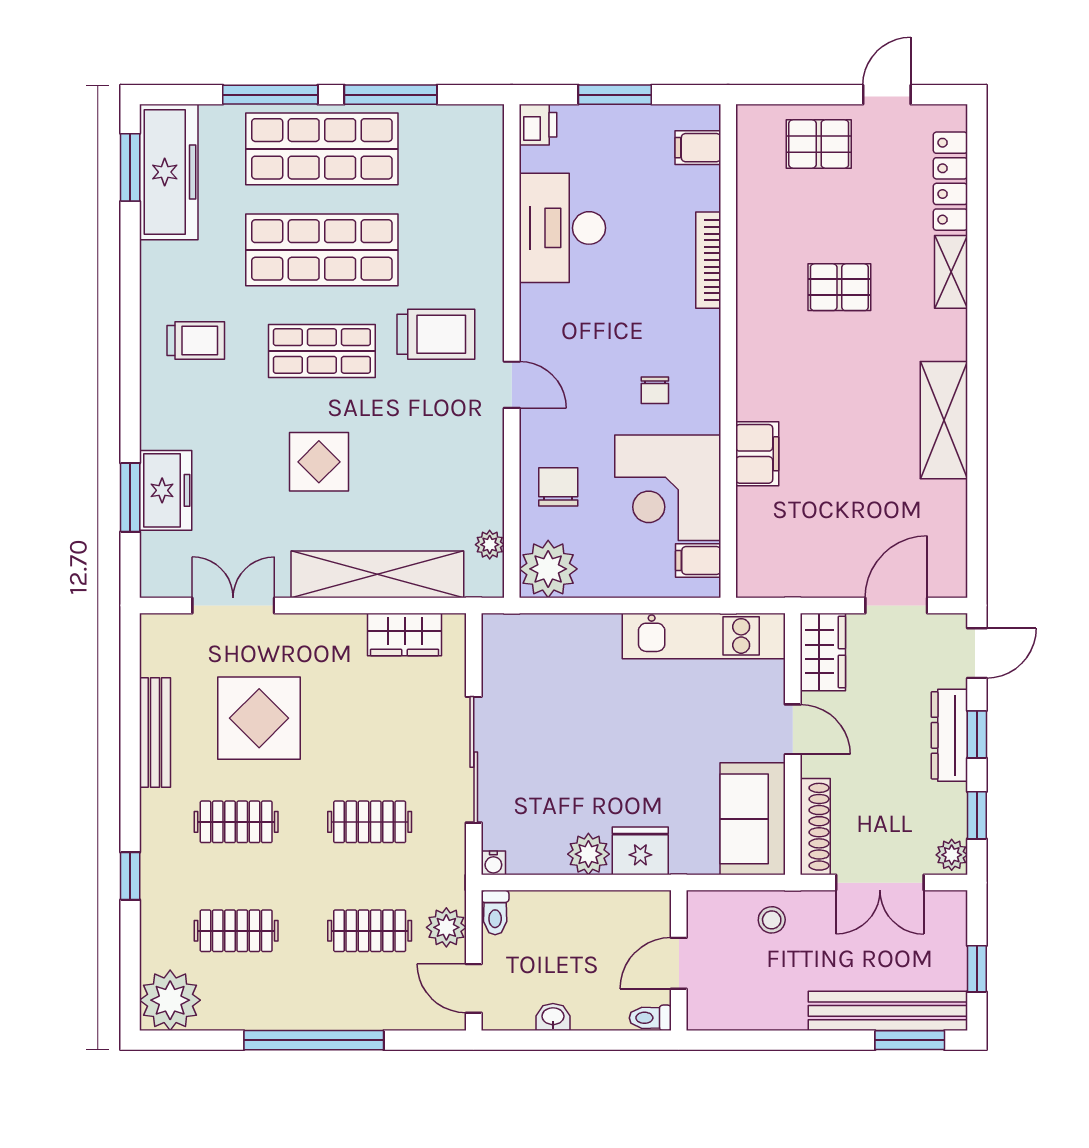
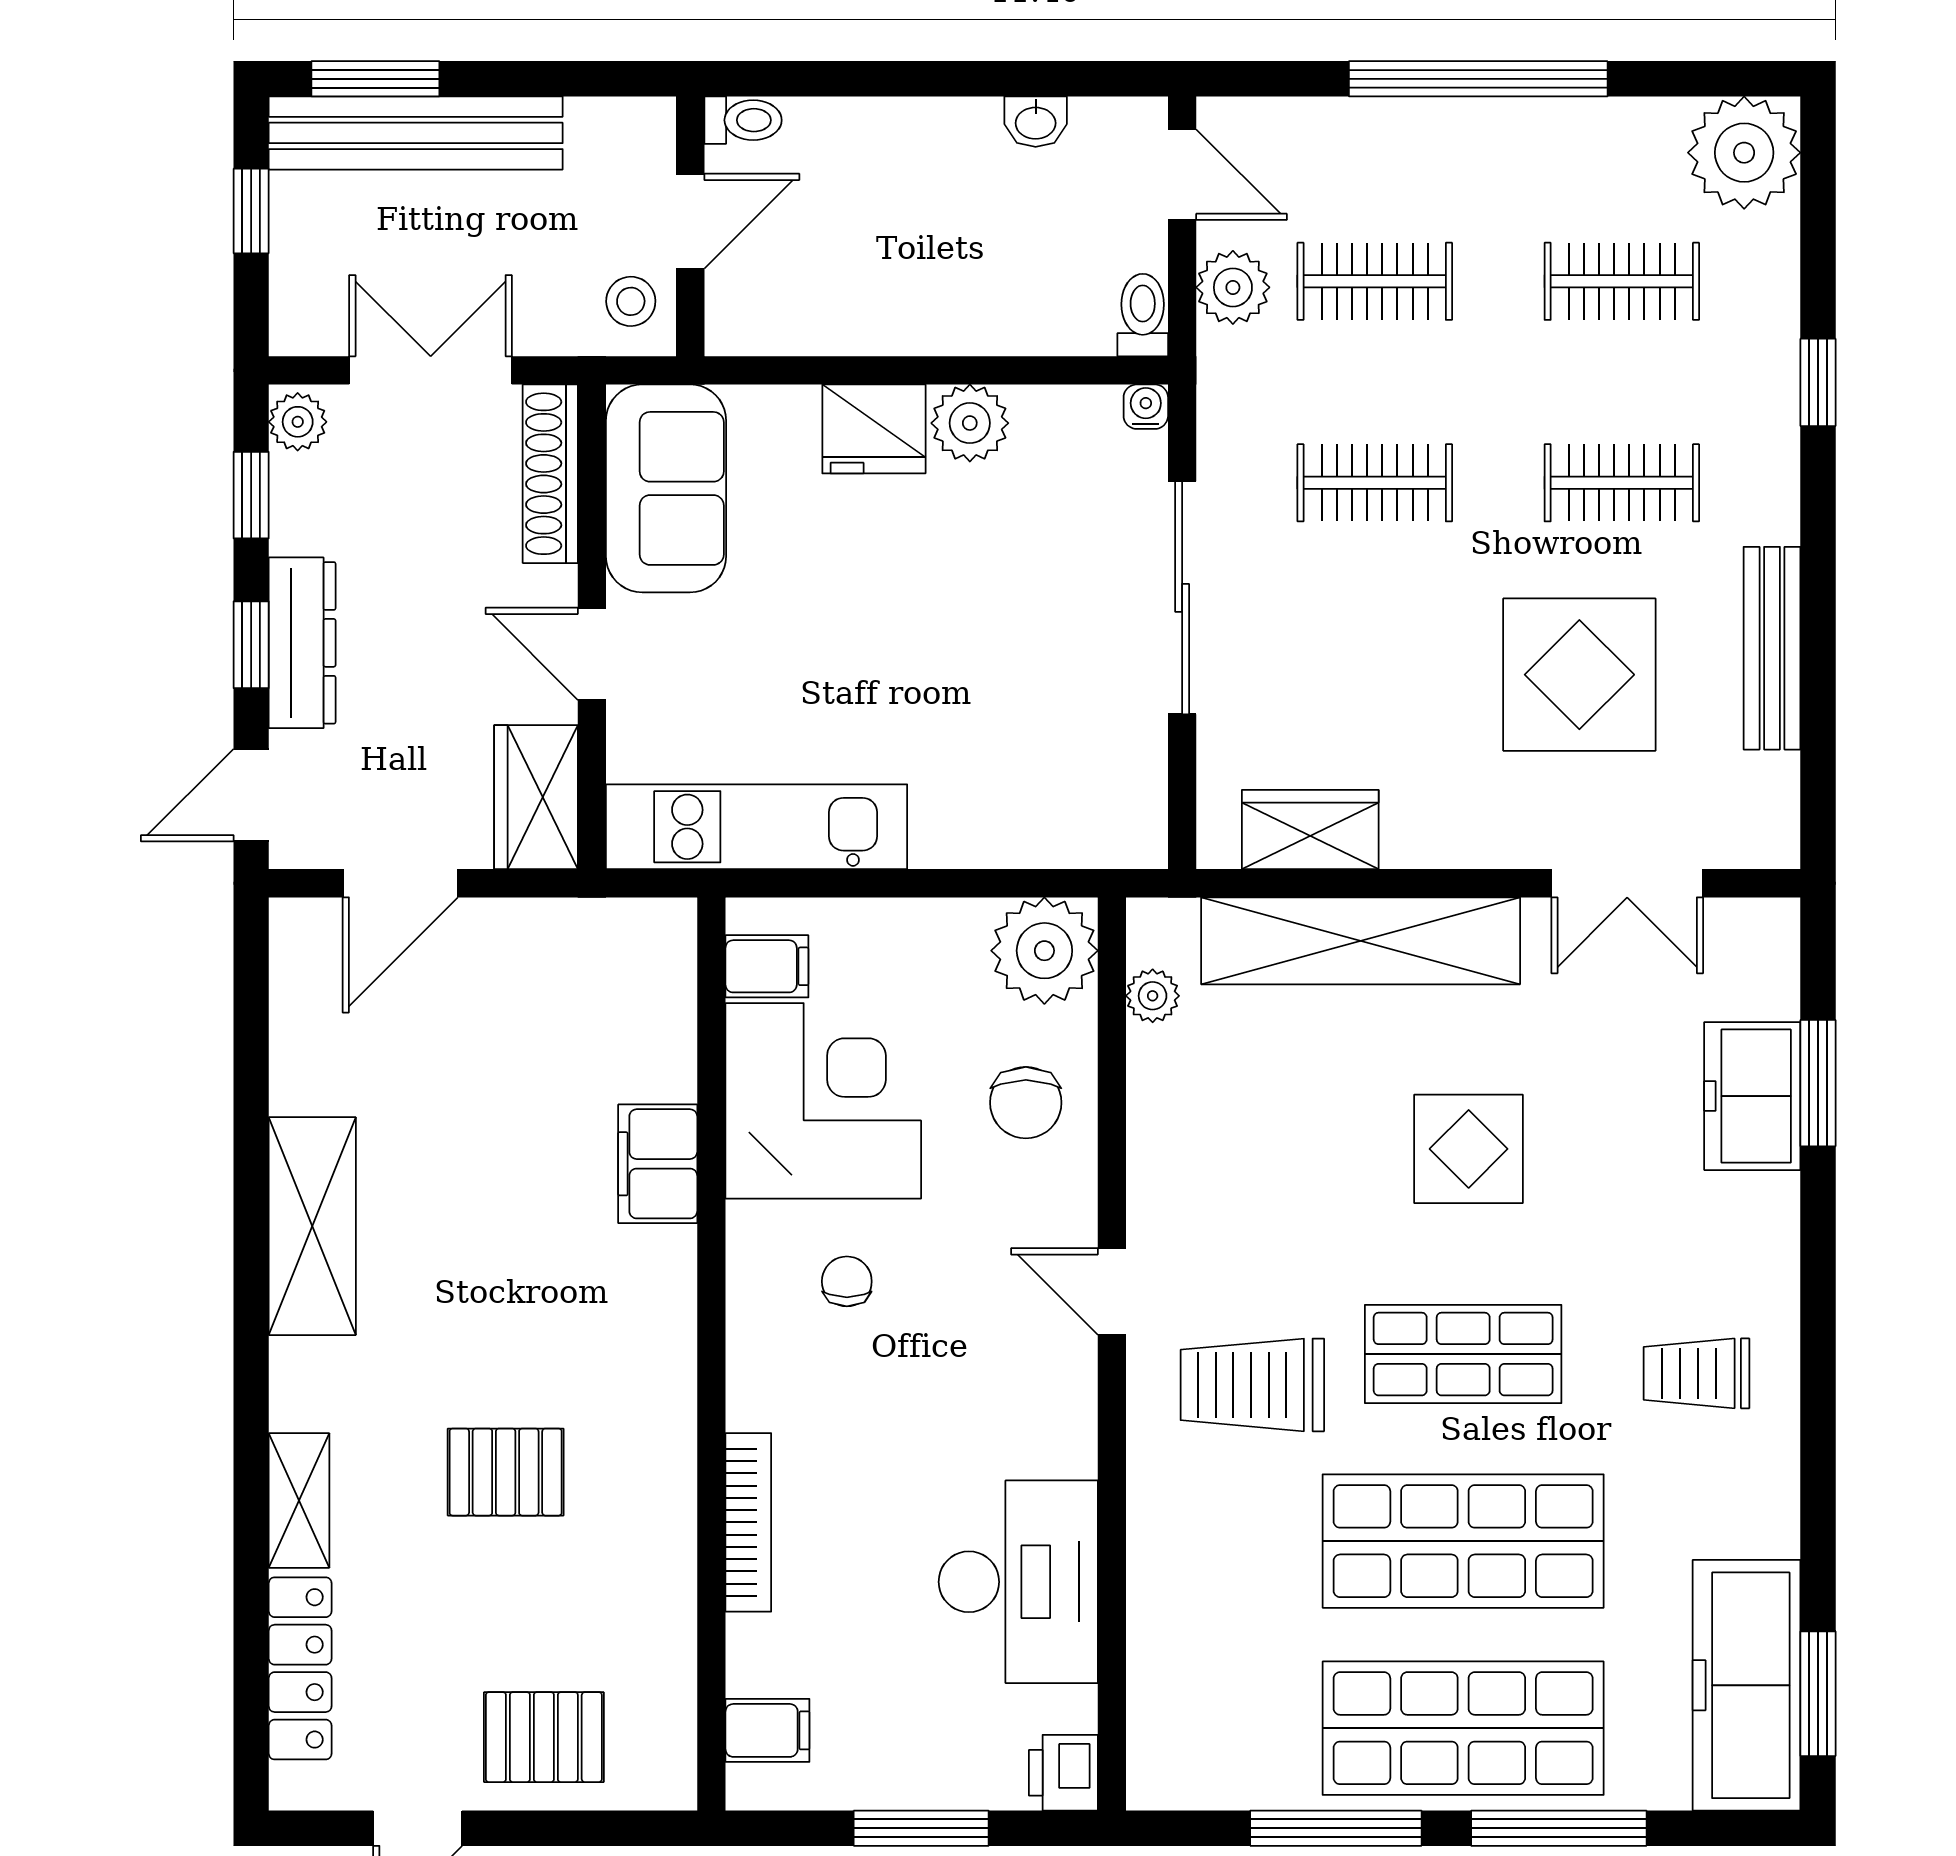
wall: (679, 960) -> (690, 226), moved
door: (679, 963) -> (690, 221), moved
toilet: (650, 1018) -> (743, 120), moved

